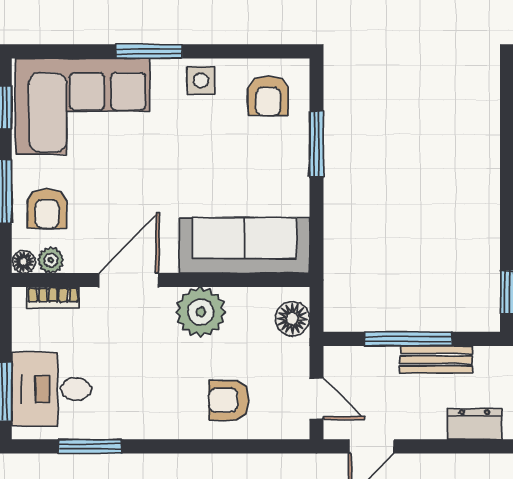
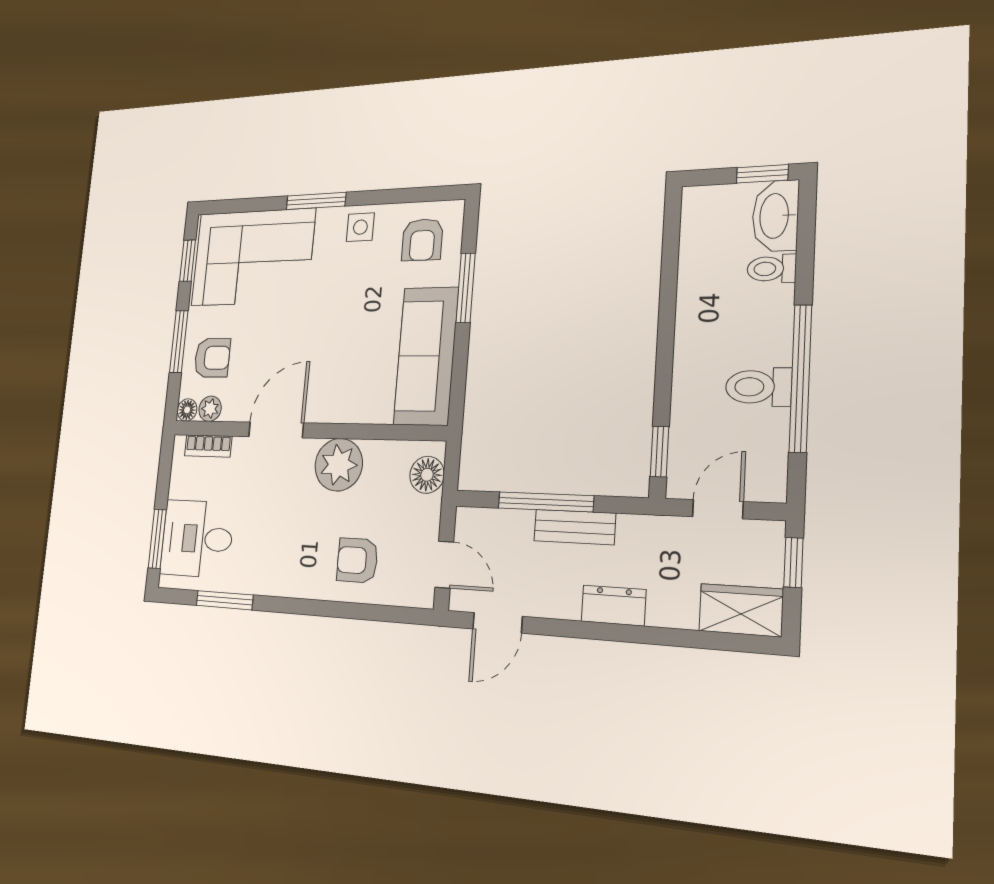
armchair: (47, 209) -> (212, 358), turned -90
sofa: (244, 245) -> (426, 356), moved, turned -90

